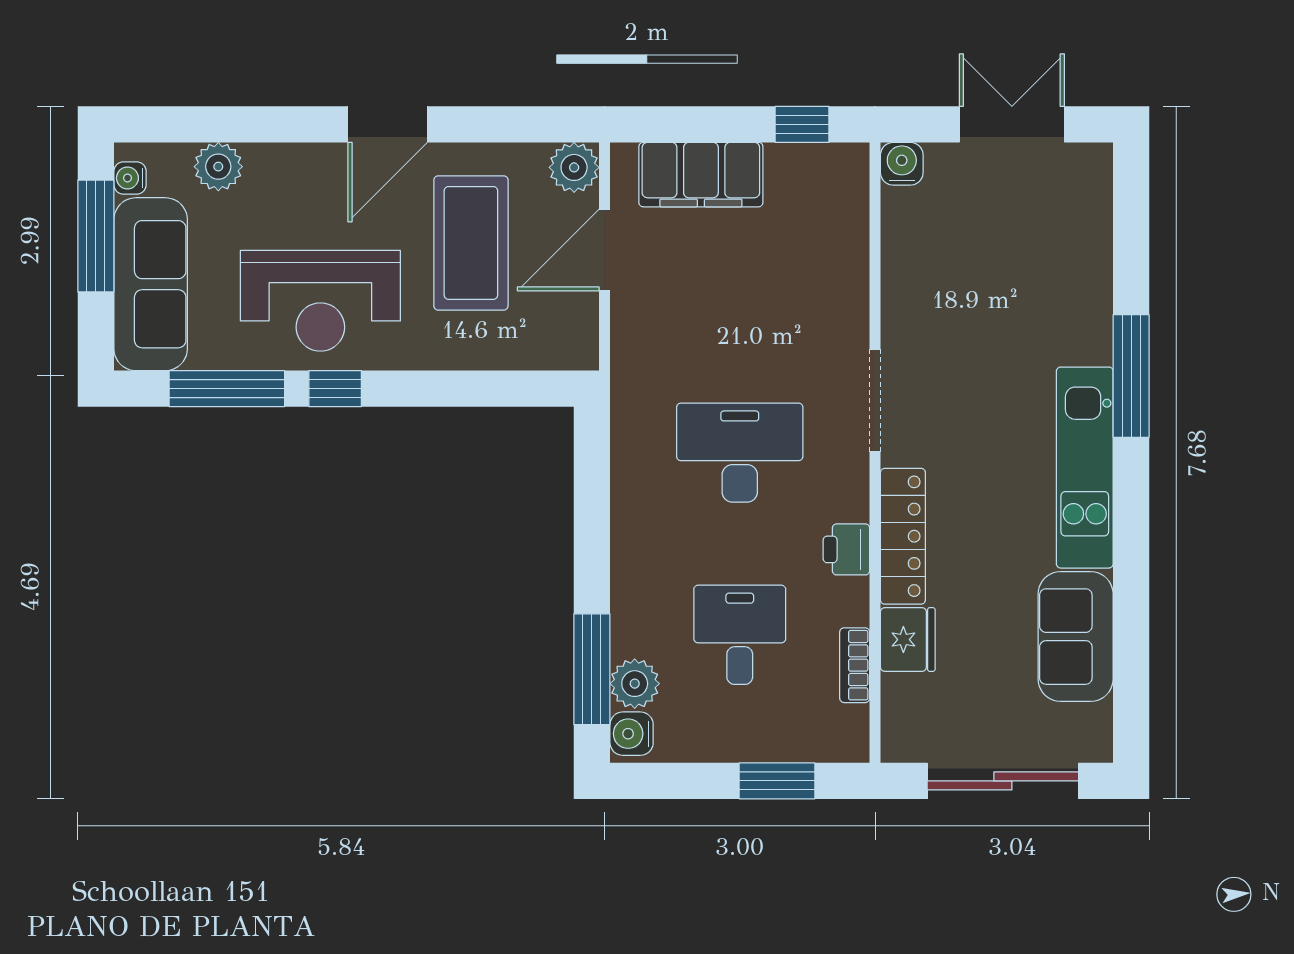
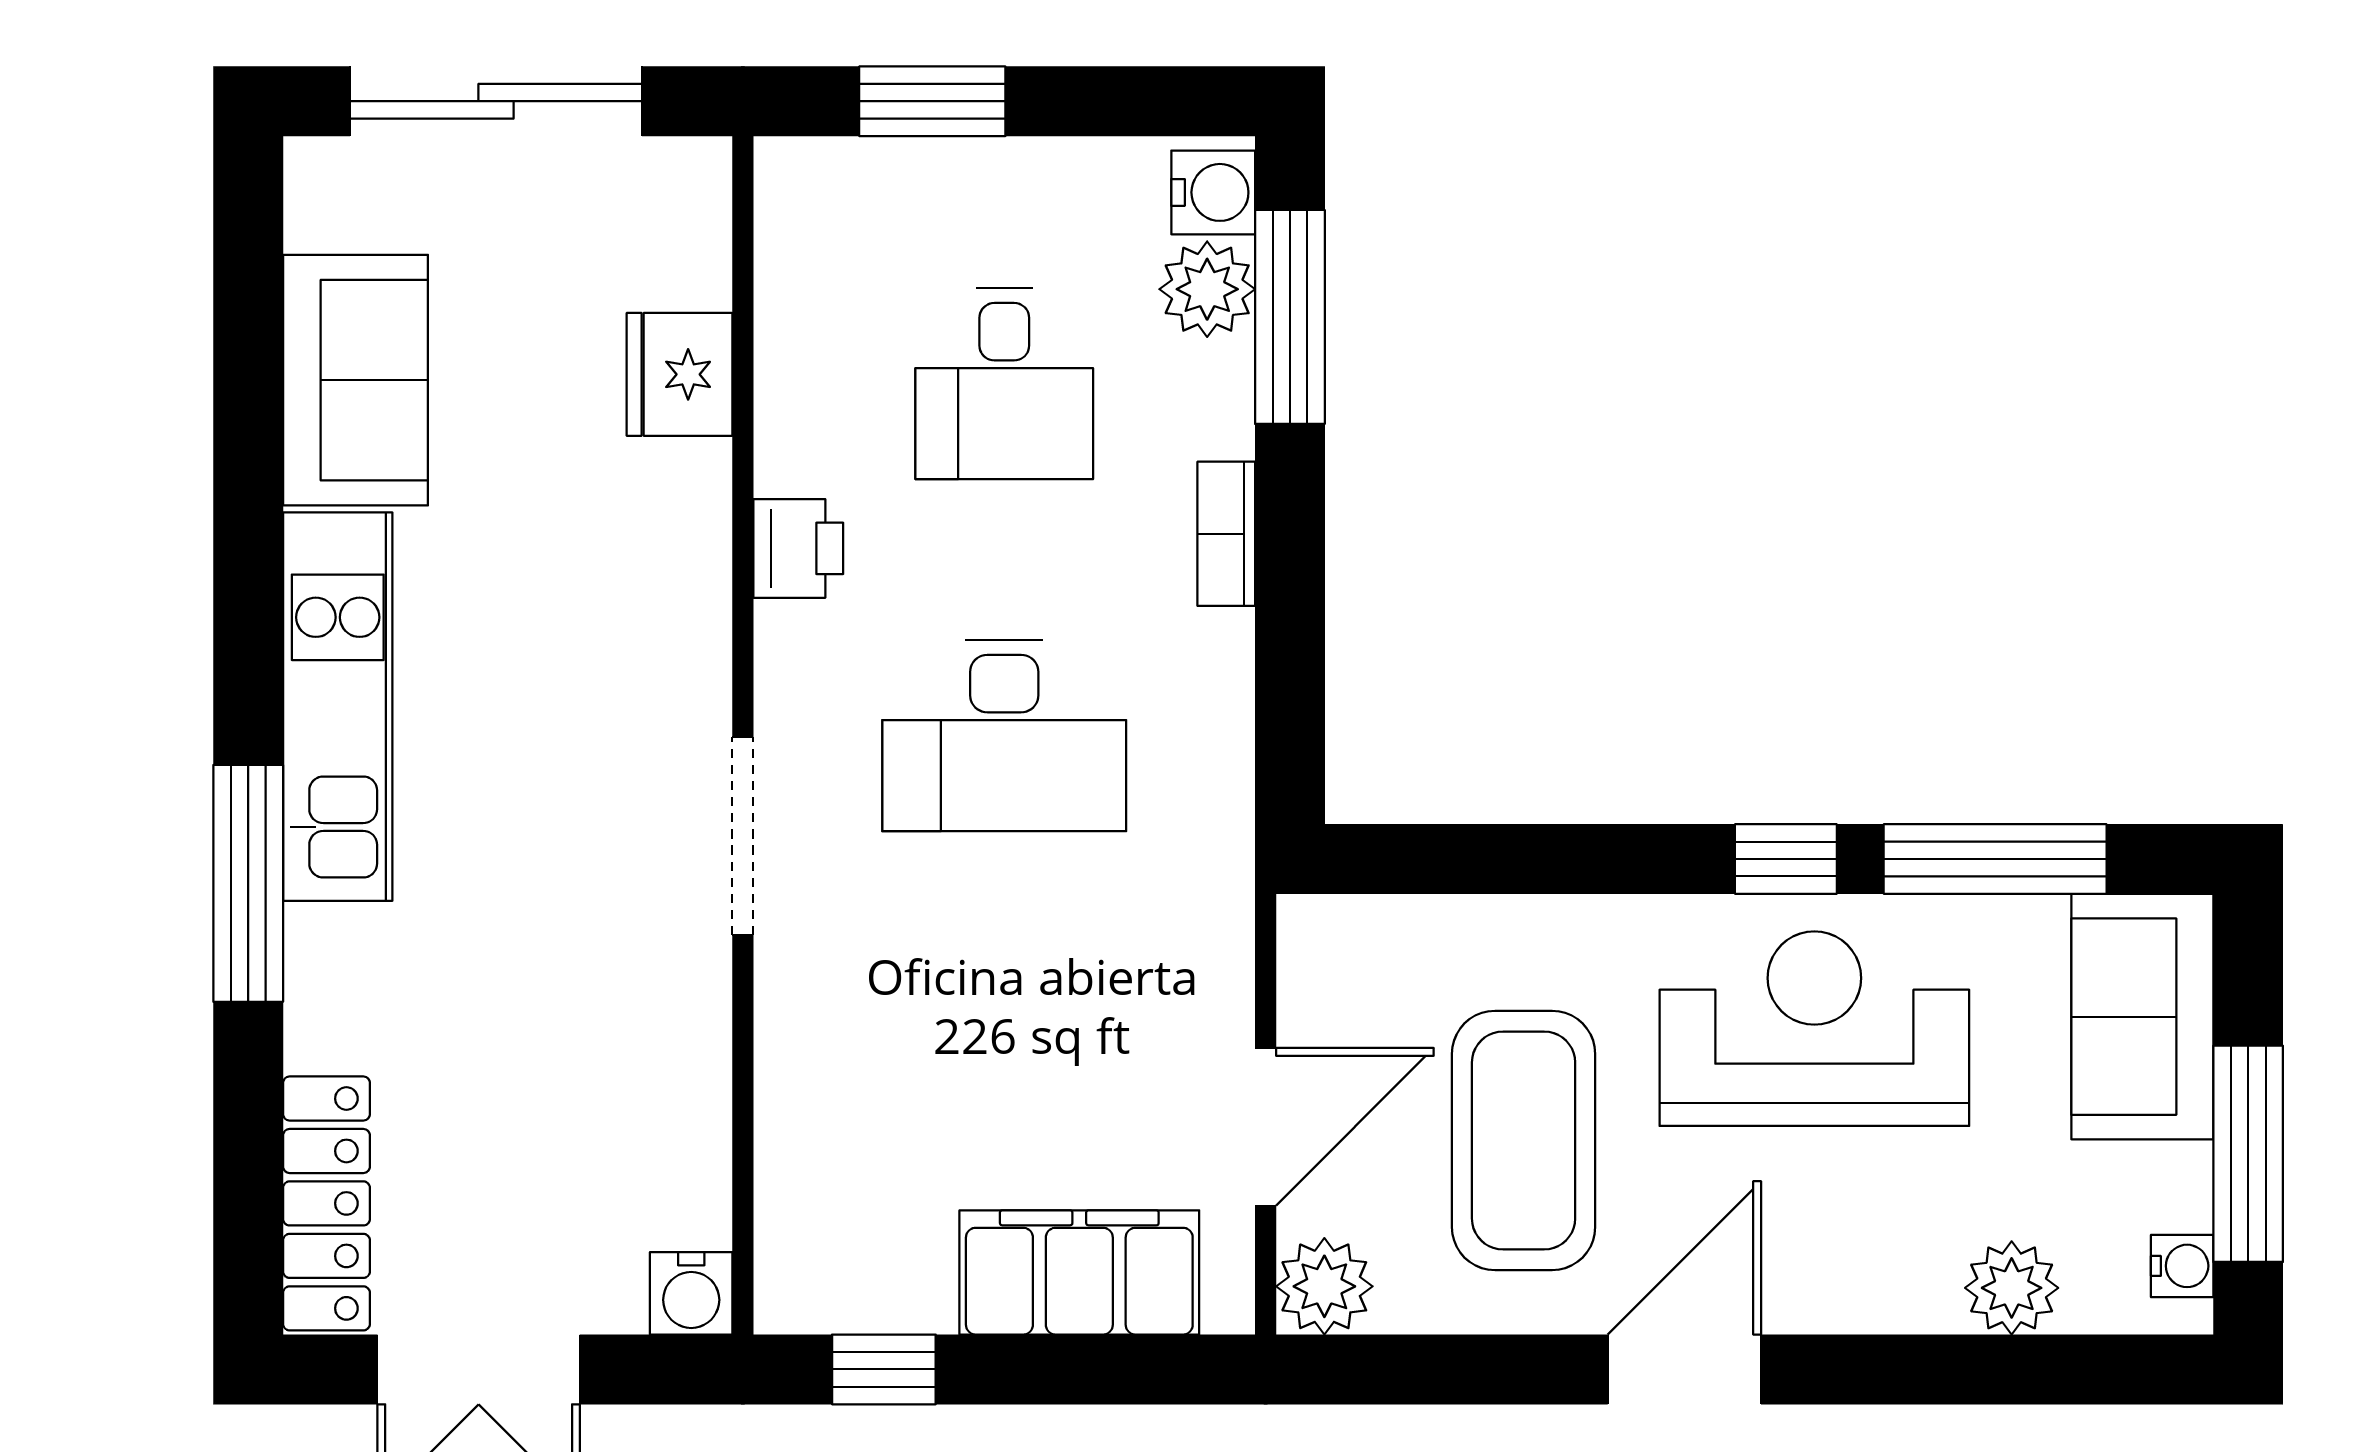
sofa: (151, 284) -> (2142, 1017), width x0.73
locker: (903, 536) -> (326, 1203), moved, turned 180
bookcase: (855, 665) -> (1226, 534), moved, turned 180

